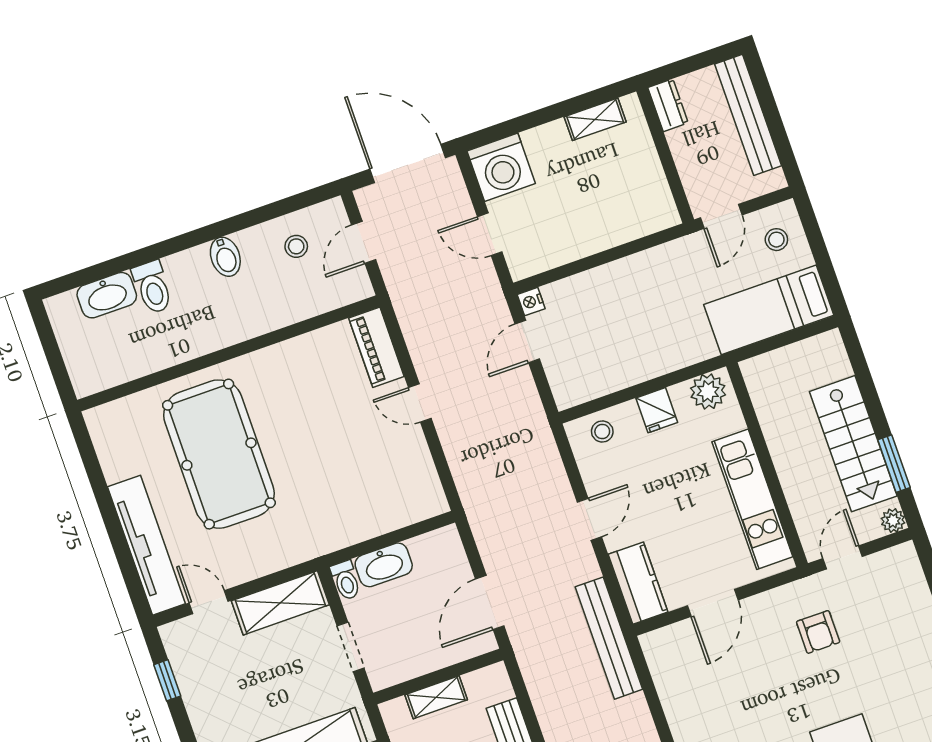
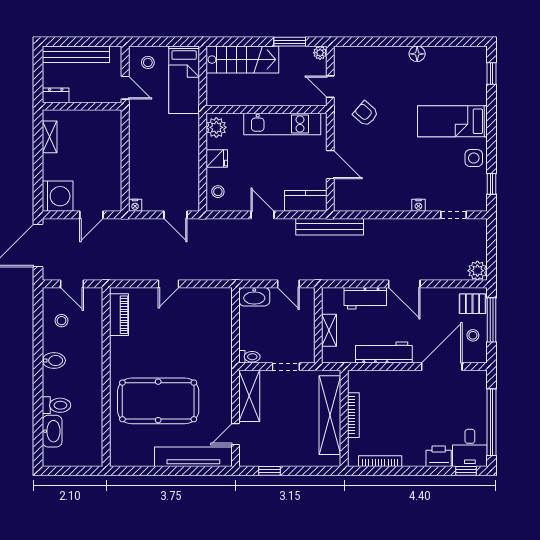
door: (527, 342) -> (176, 215), moved
piano: (376, 347) -> (119, 315), moved, turned -90
stairs: (853, 444) -> (242, 60), moved
washbasin: (384, 565) -> (254, 297), moved, turned 90
door: (490, 602) -> (288, 284), width x0.73
armchair: (818, 632) -> (366, 114), turned -139

